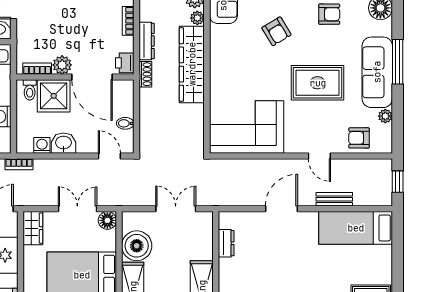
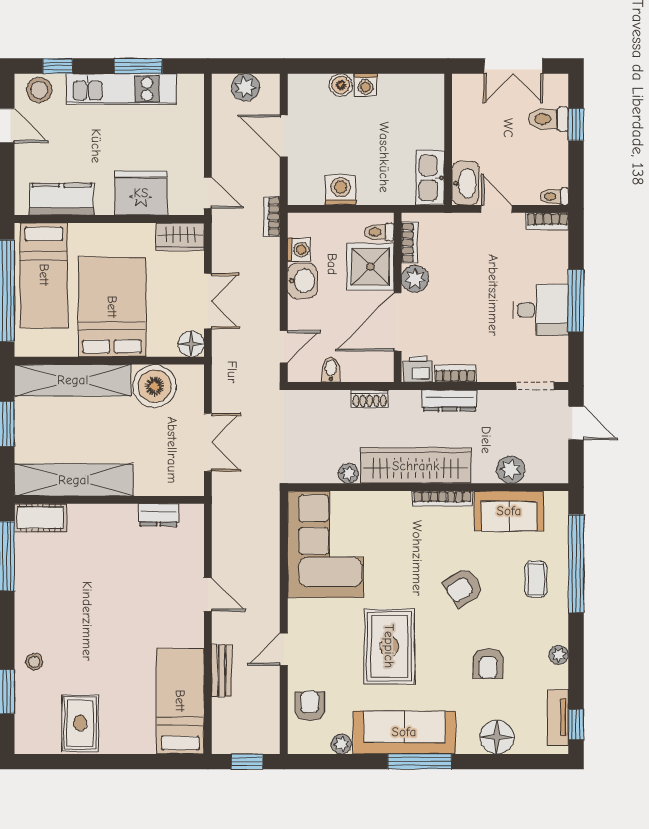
plant: (197, 18) -> (348, 473), moved
bookcase: (128, 21) -> (455, 374), moved
bookcase: (215, 46) -> (442, 499), added
shoe rack: (145, 74) -> (370, 399), moved
door: (281, 209) -> (208, 595), width x0.73

